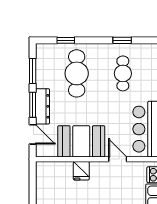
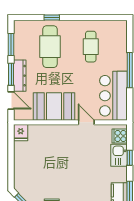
window: (66, 40) -> (52, 17), moved
window: (122, 40) -> (90, 17), removed
fridge: (81, 171) -> (21, 133), moved

